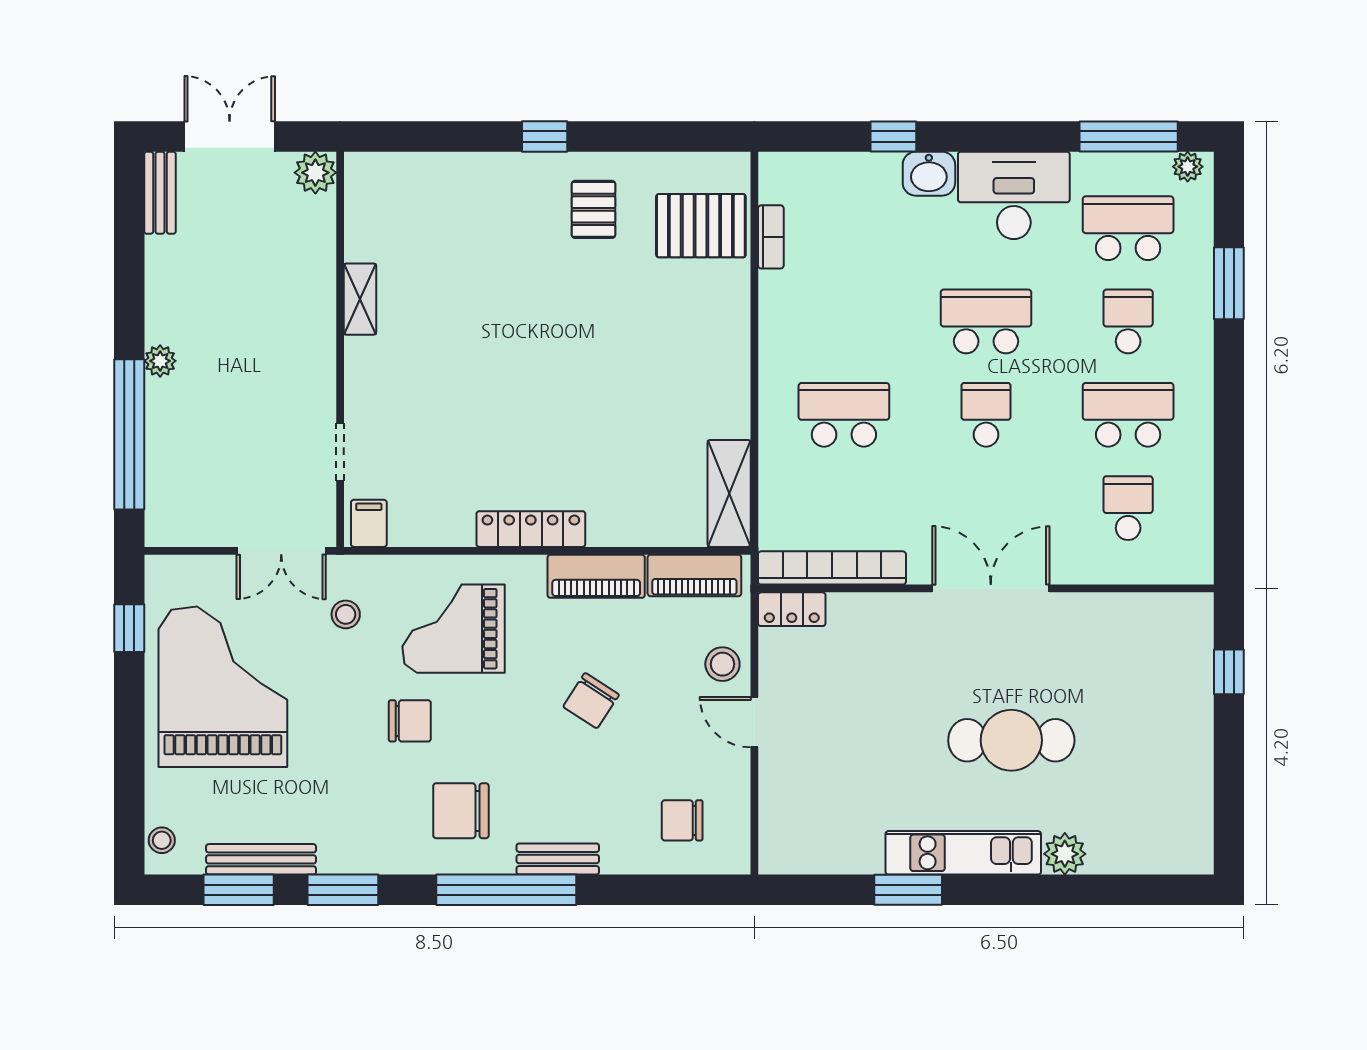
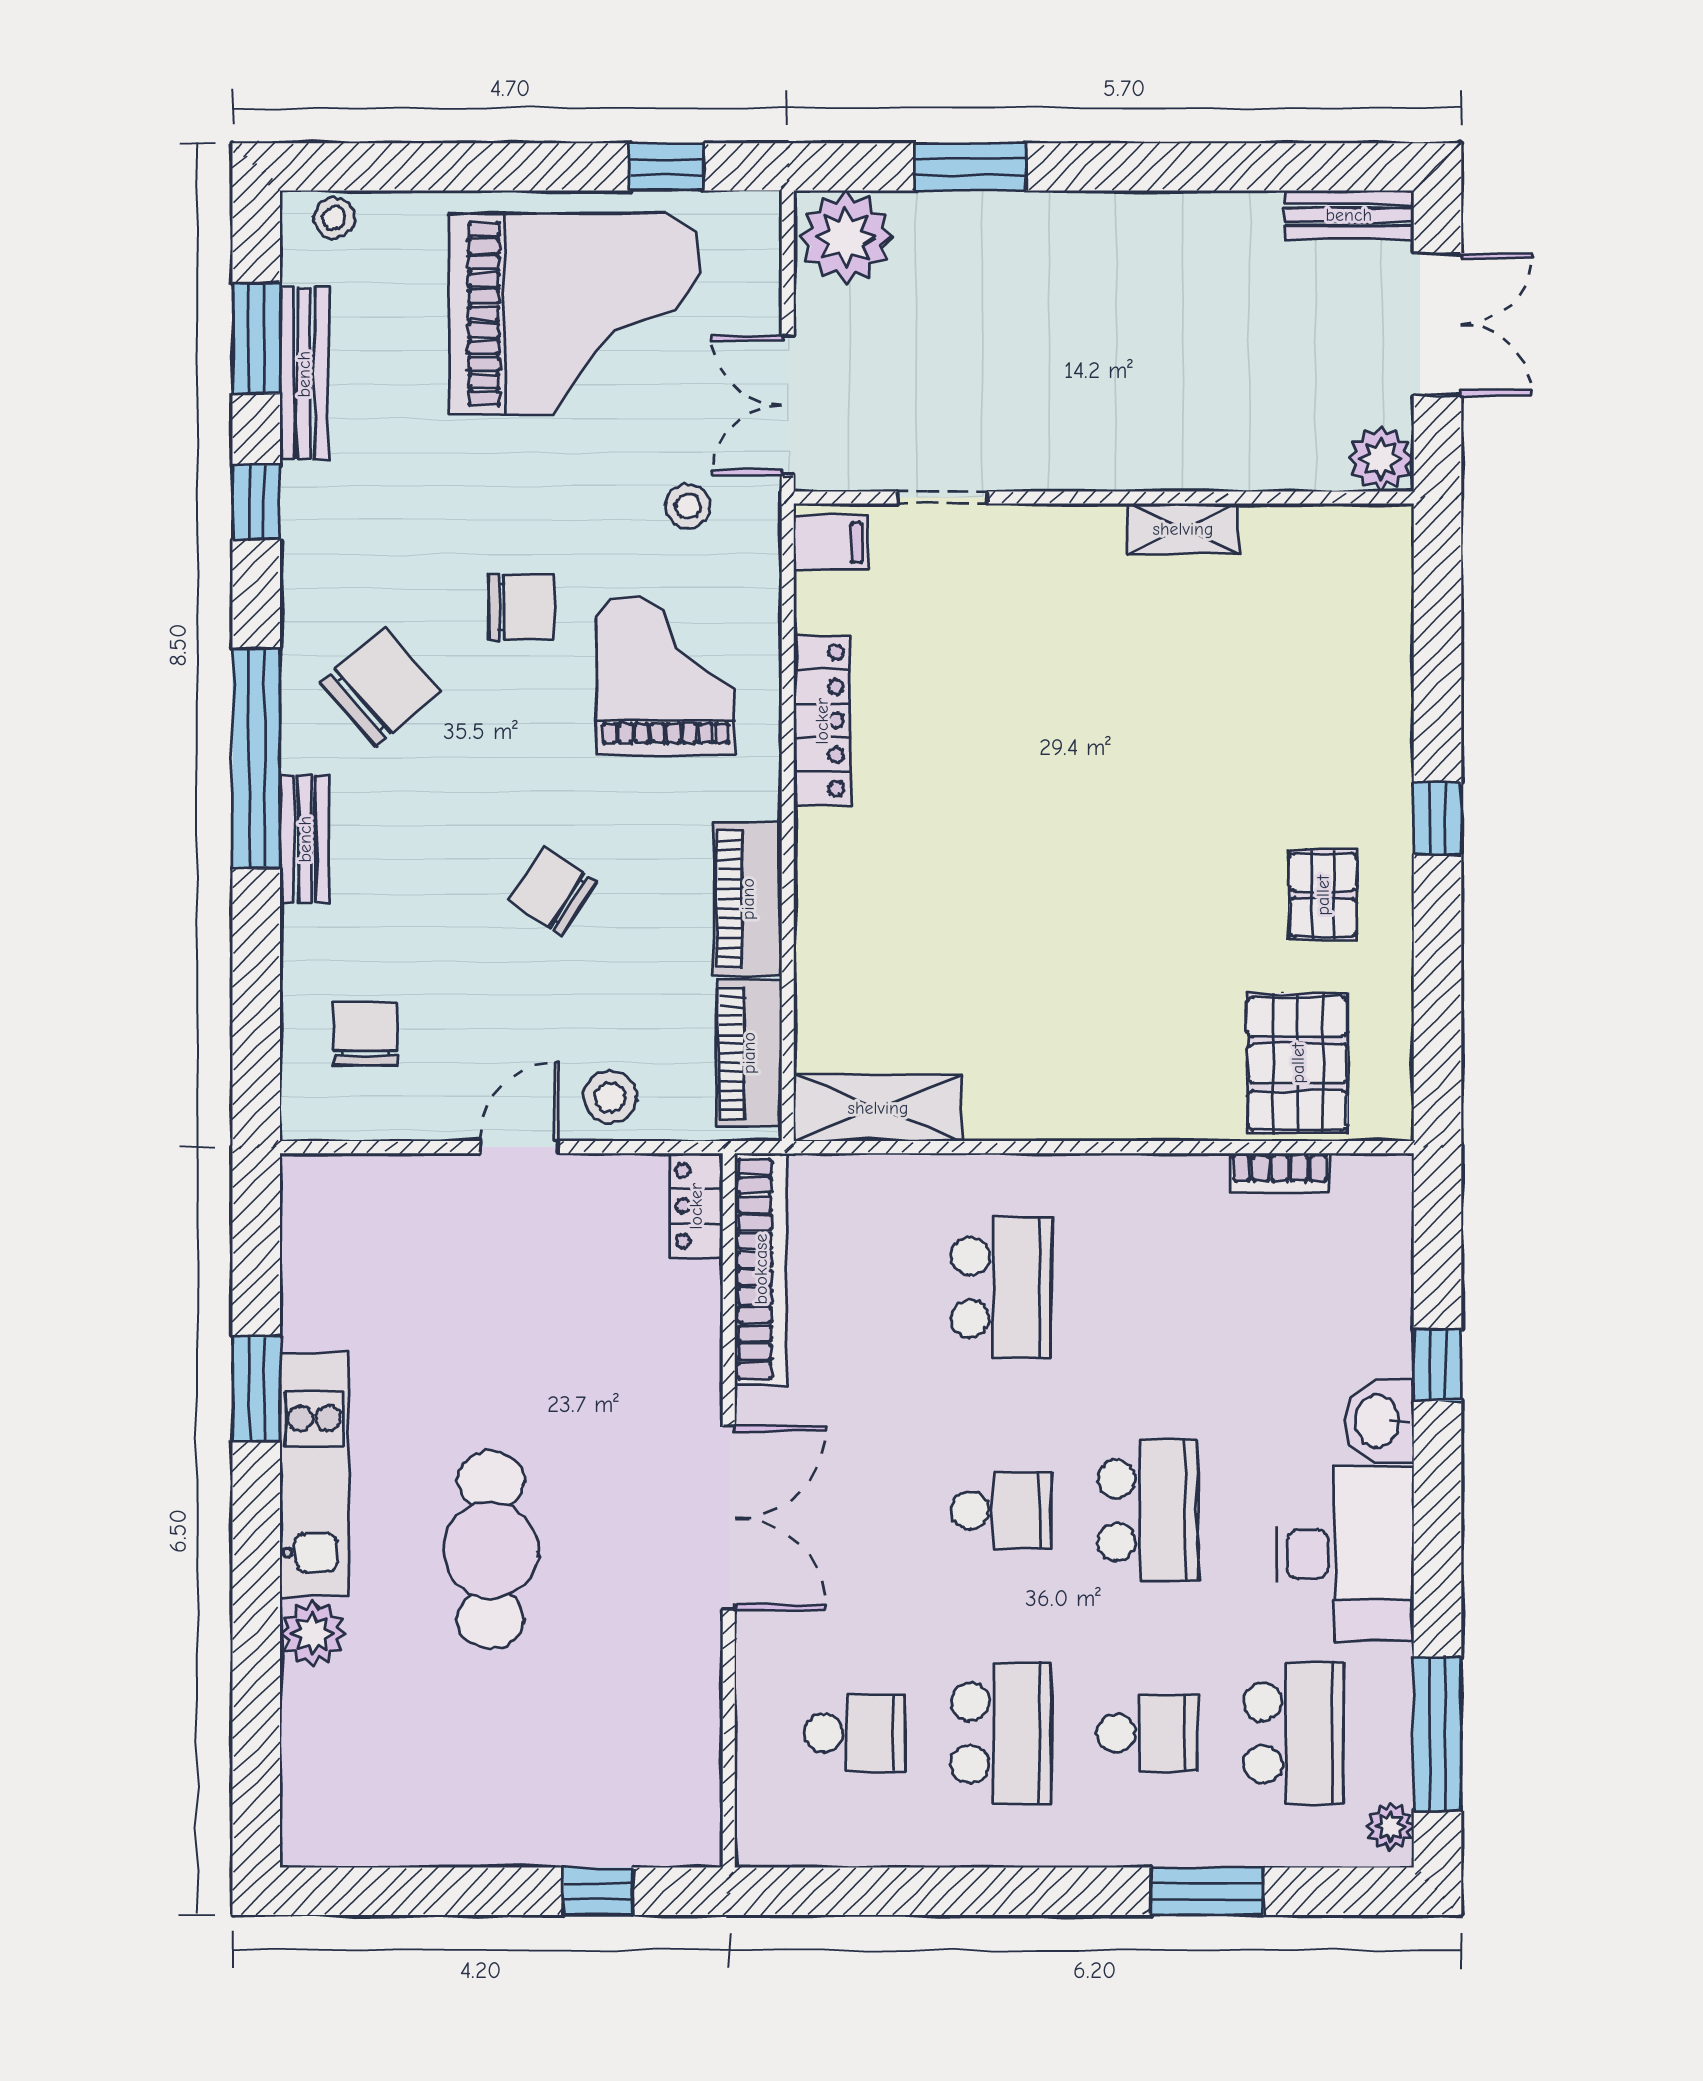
pallet: (593, 209) -> (1323, 895), turned 90
plant: (160, 361) -> (846, 237), moved, width x1.88, depth x1.88
window: (129, 434) -> (970, 167), width x0.47
locker: (531, 529) -> (822, 721), moved
chair: (410, 721) -> (521, 607), turned -90
chair: (461, 811) -> (380, 687), turned 49
window: (343, 890) -> (256, 502), width x0.67

